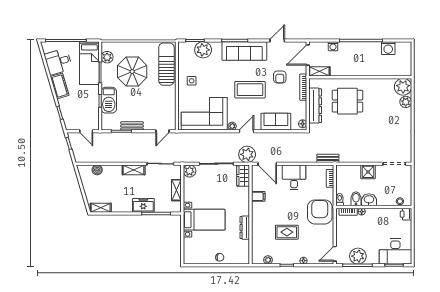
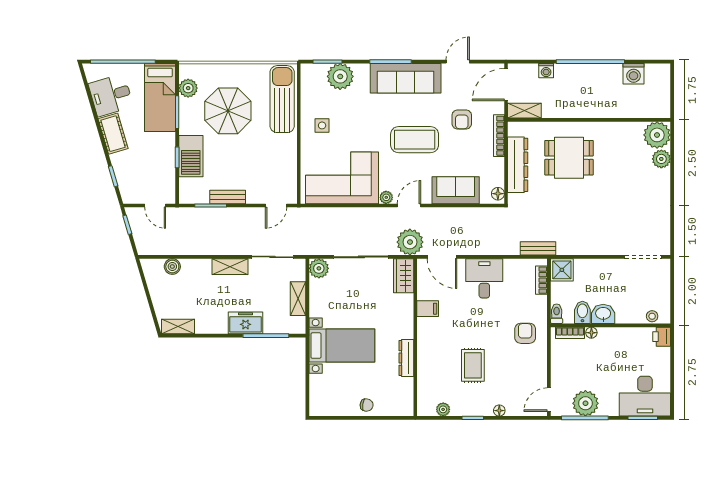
shower: (368, 172) -> (562, 270), moved
armchair: (320, 212) -> (525, 333), width x0.53, depth x0.53
rug: (287, 232) -> (473, 365), turned 90

